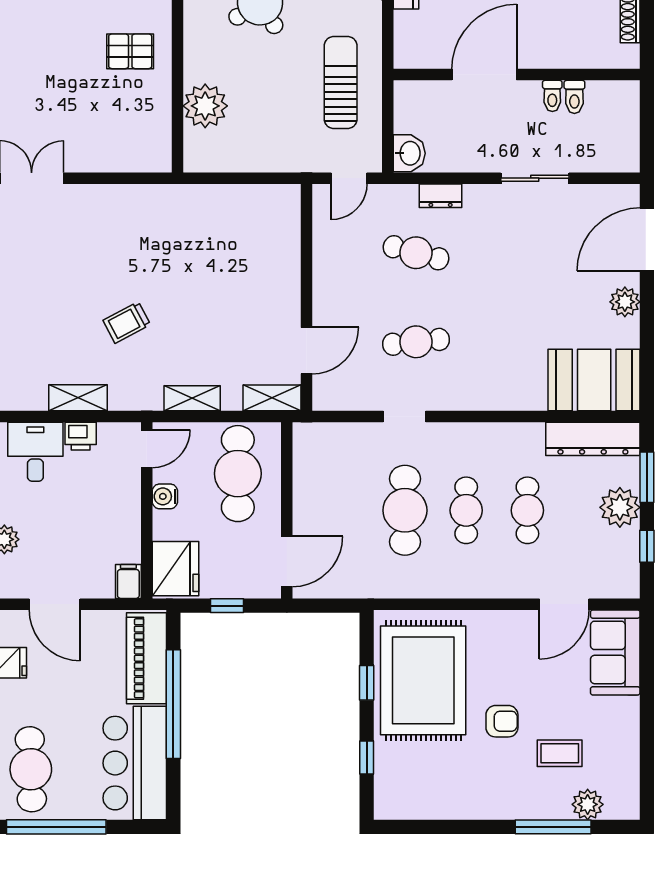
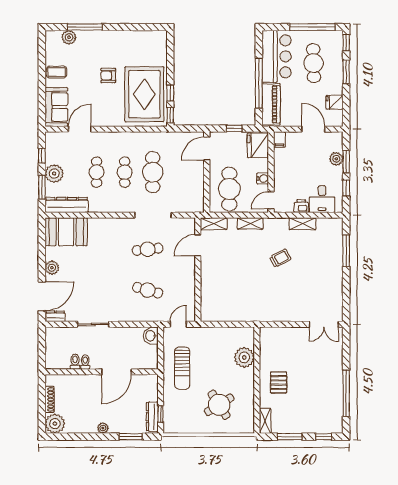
pallet: (130, 51) -> (279, 382), turned 90
dresser: (441, 196) -> (55, 316), moved
doorway: (405, 416) -> (153, 215), width x1.88
coffee table: (560, 753) -> (57, 72), moved
window: (367, 758) -> (170, 115), moved
cafe table: (31, 769) -> (314, 63), moved

